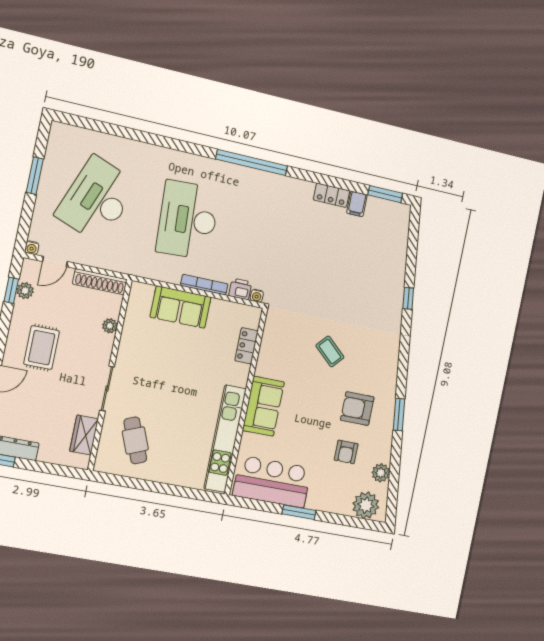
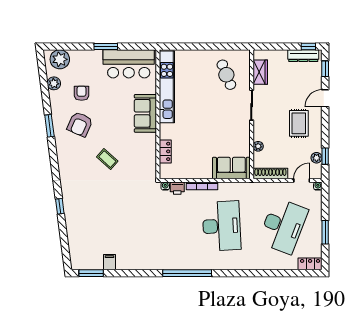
locker: (331, 195) -> (310, 264), moved
sofa: (181, 307) -> (231, 168), moved
armchair: (357, 409) -> (80, 124), turned 114

